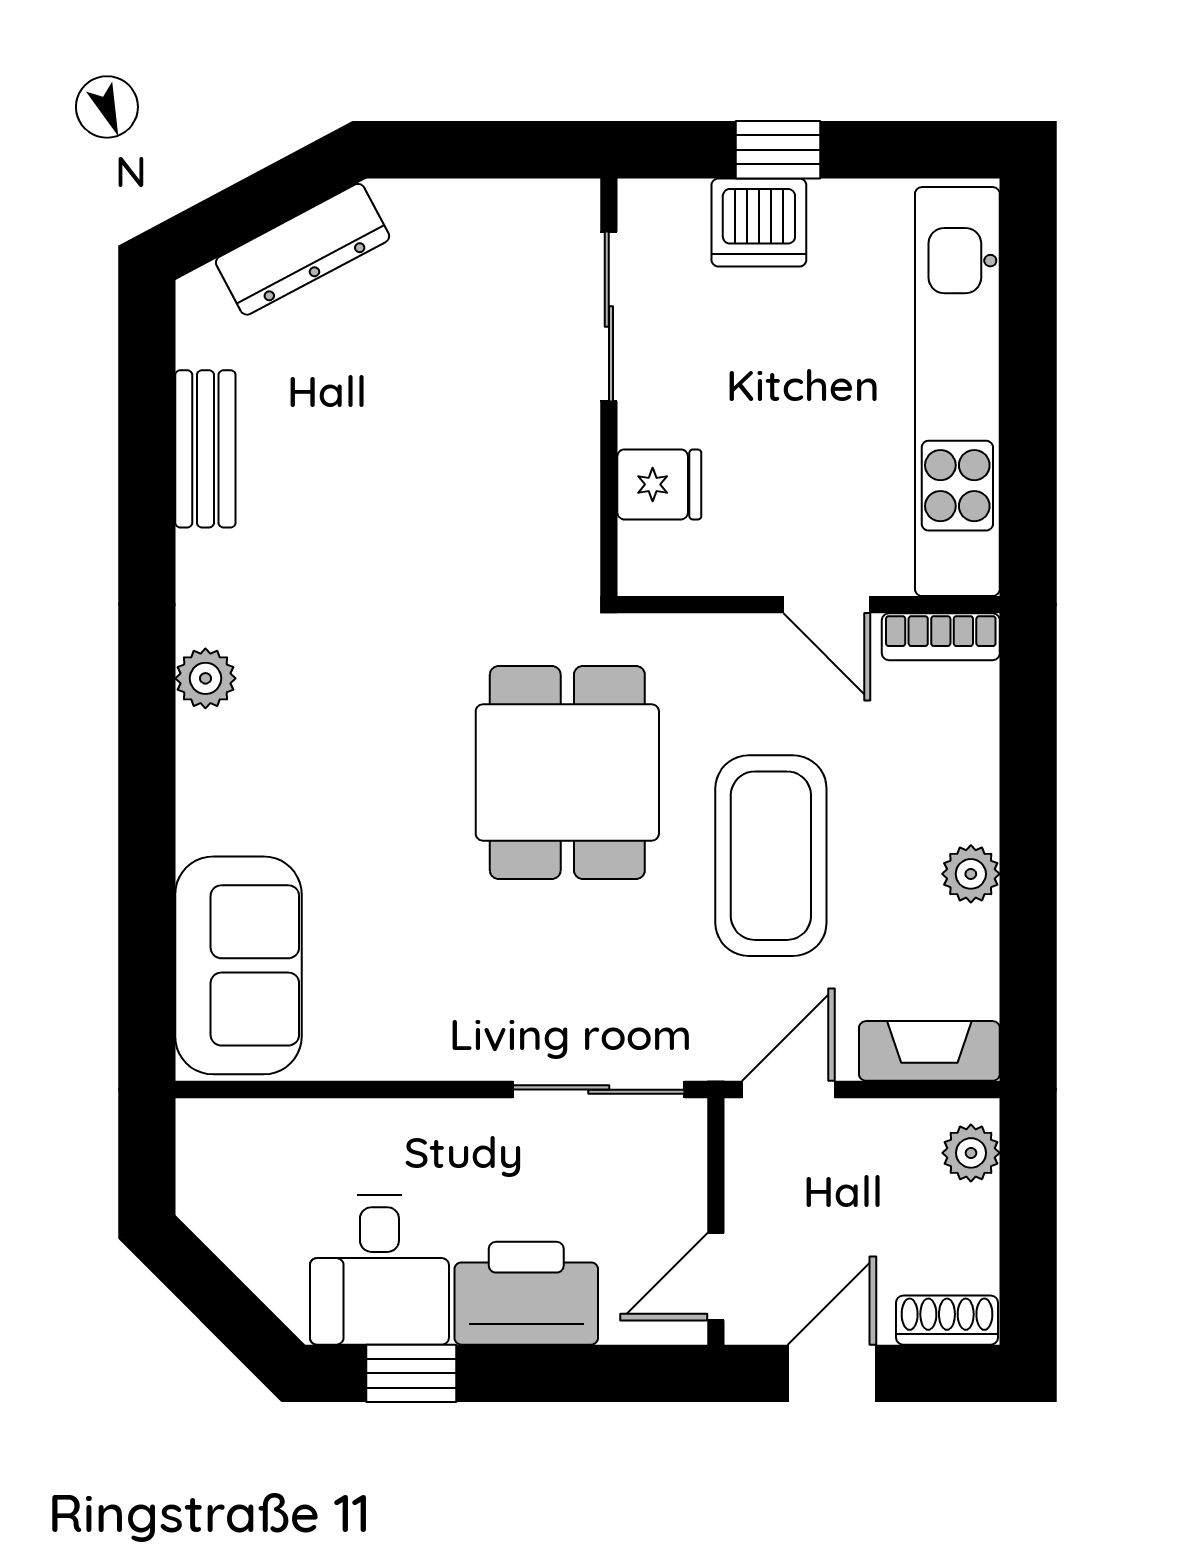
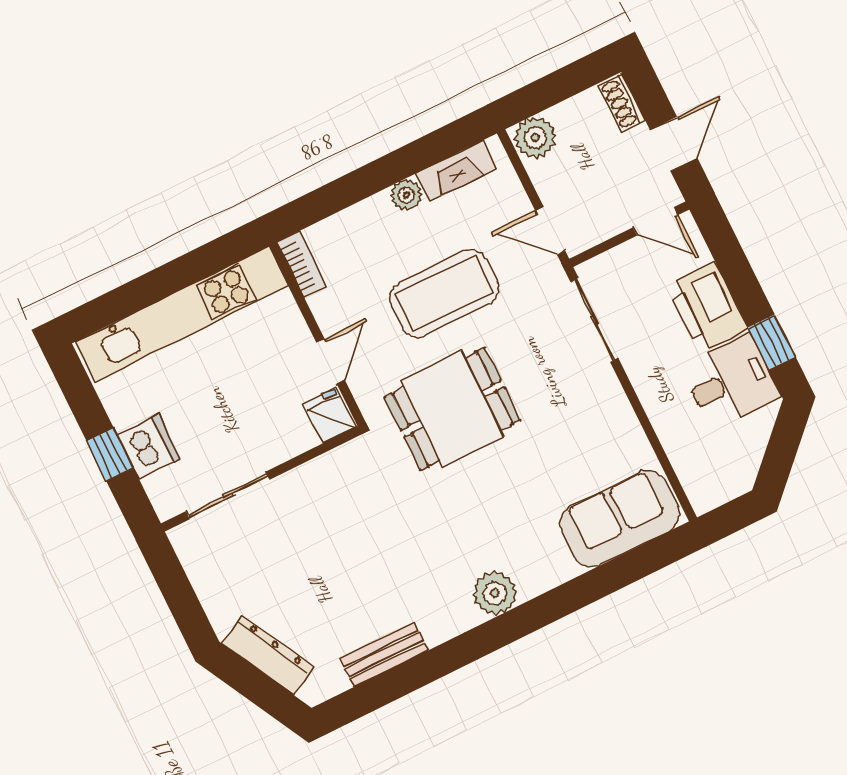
fridge: (659, 484) -> (329, 416), moved
door: (827, 605) -> (331, 361), moved
plant: (205, 678) -> (495, 593), width x1.38, depth x1.38
fireplace: (929, 1051) -> (456, 171), moved, turned -90
plant: (971, 1153) -> (535, 138), width x1.38, depth x1.38
door: (832, 1373) -> (674, 144), swing flipped

